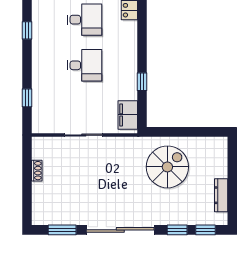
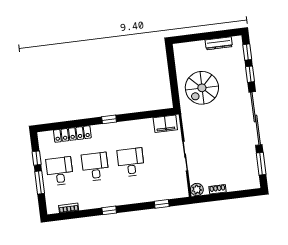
window: (142, 82) -> (109, 119), moved
plant: (40, 145) -> (197, 190), added
spiral stairs: (167, 167) -> (202, 88), turned -90

